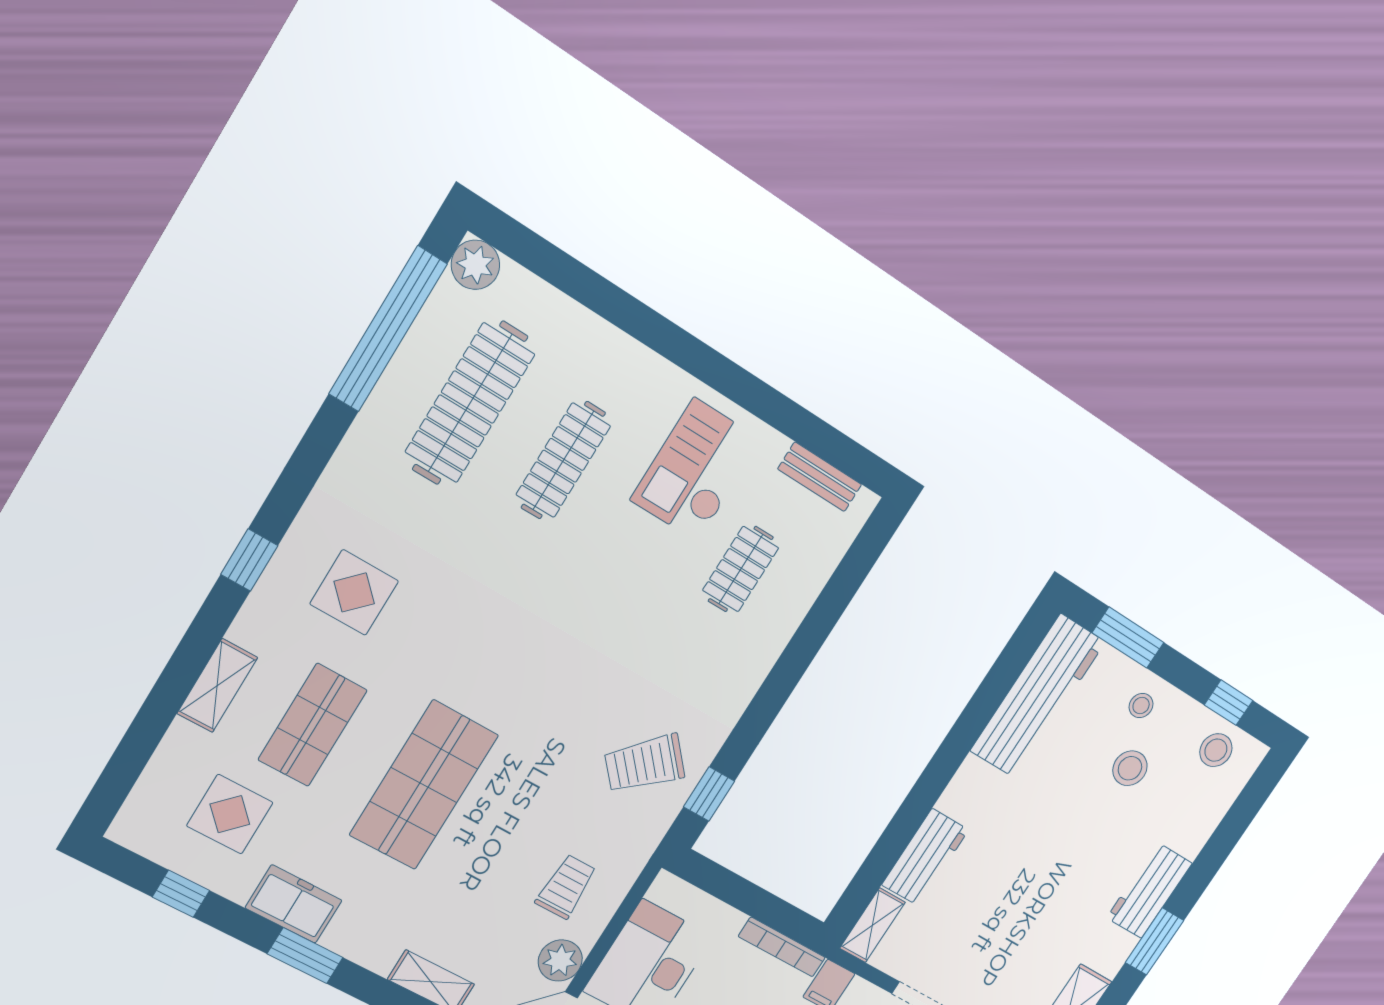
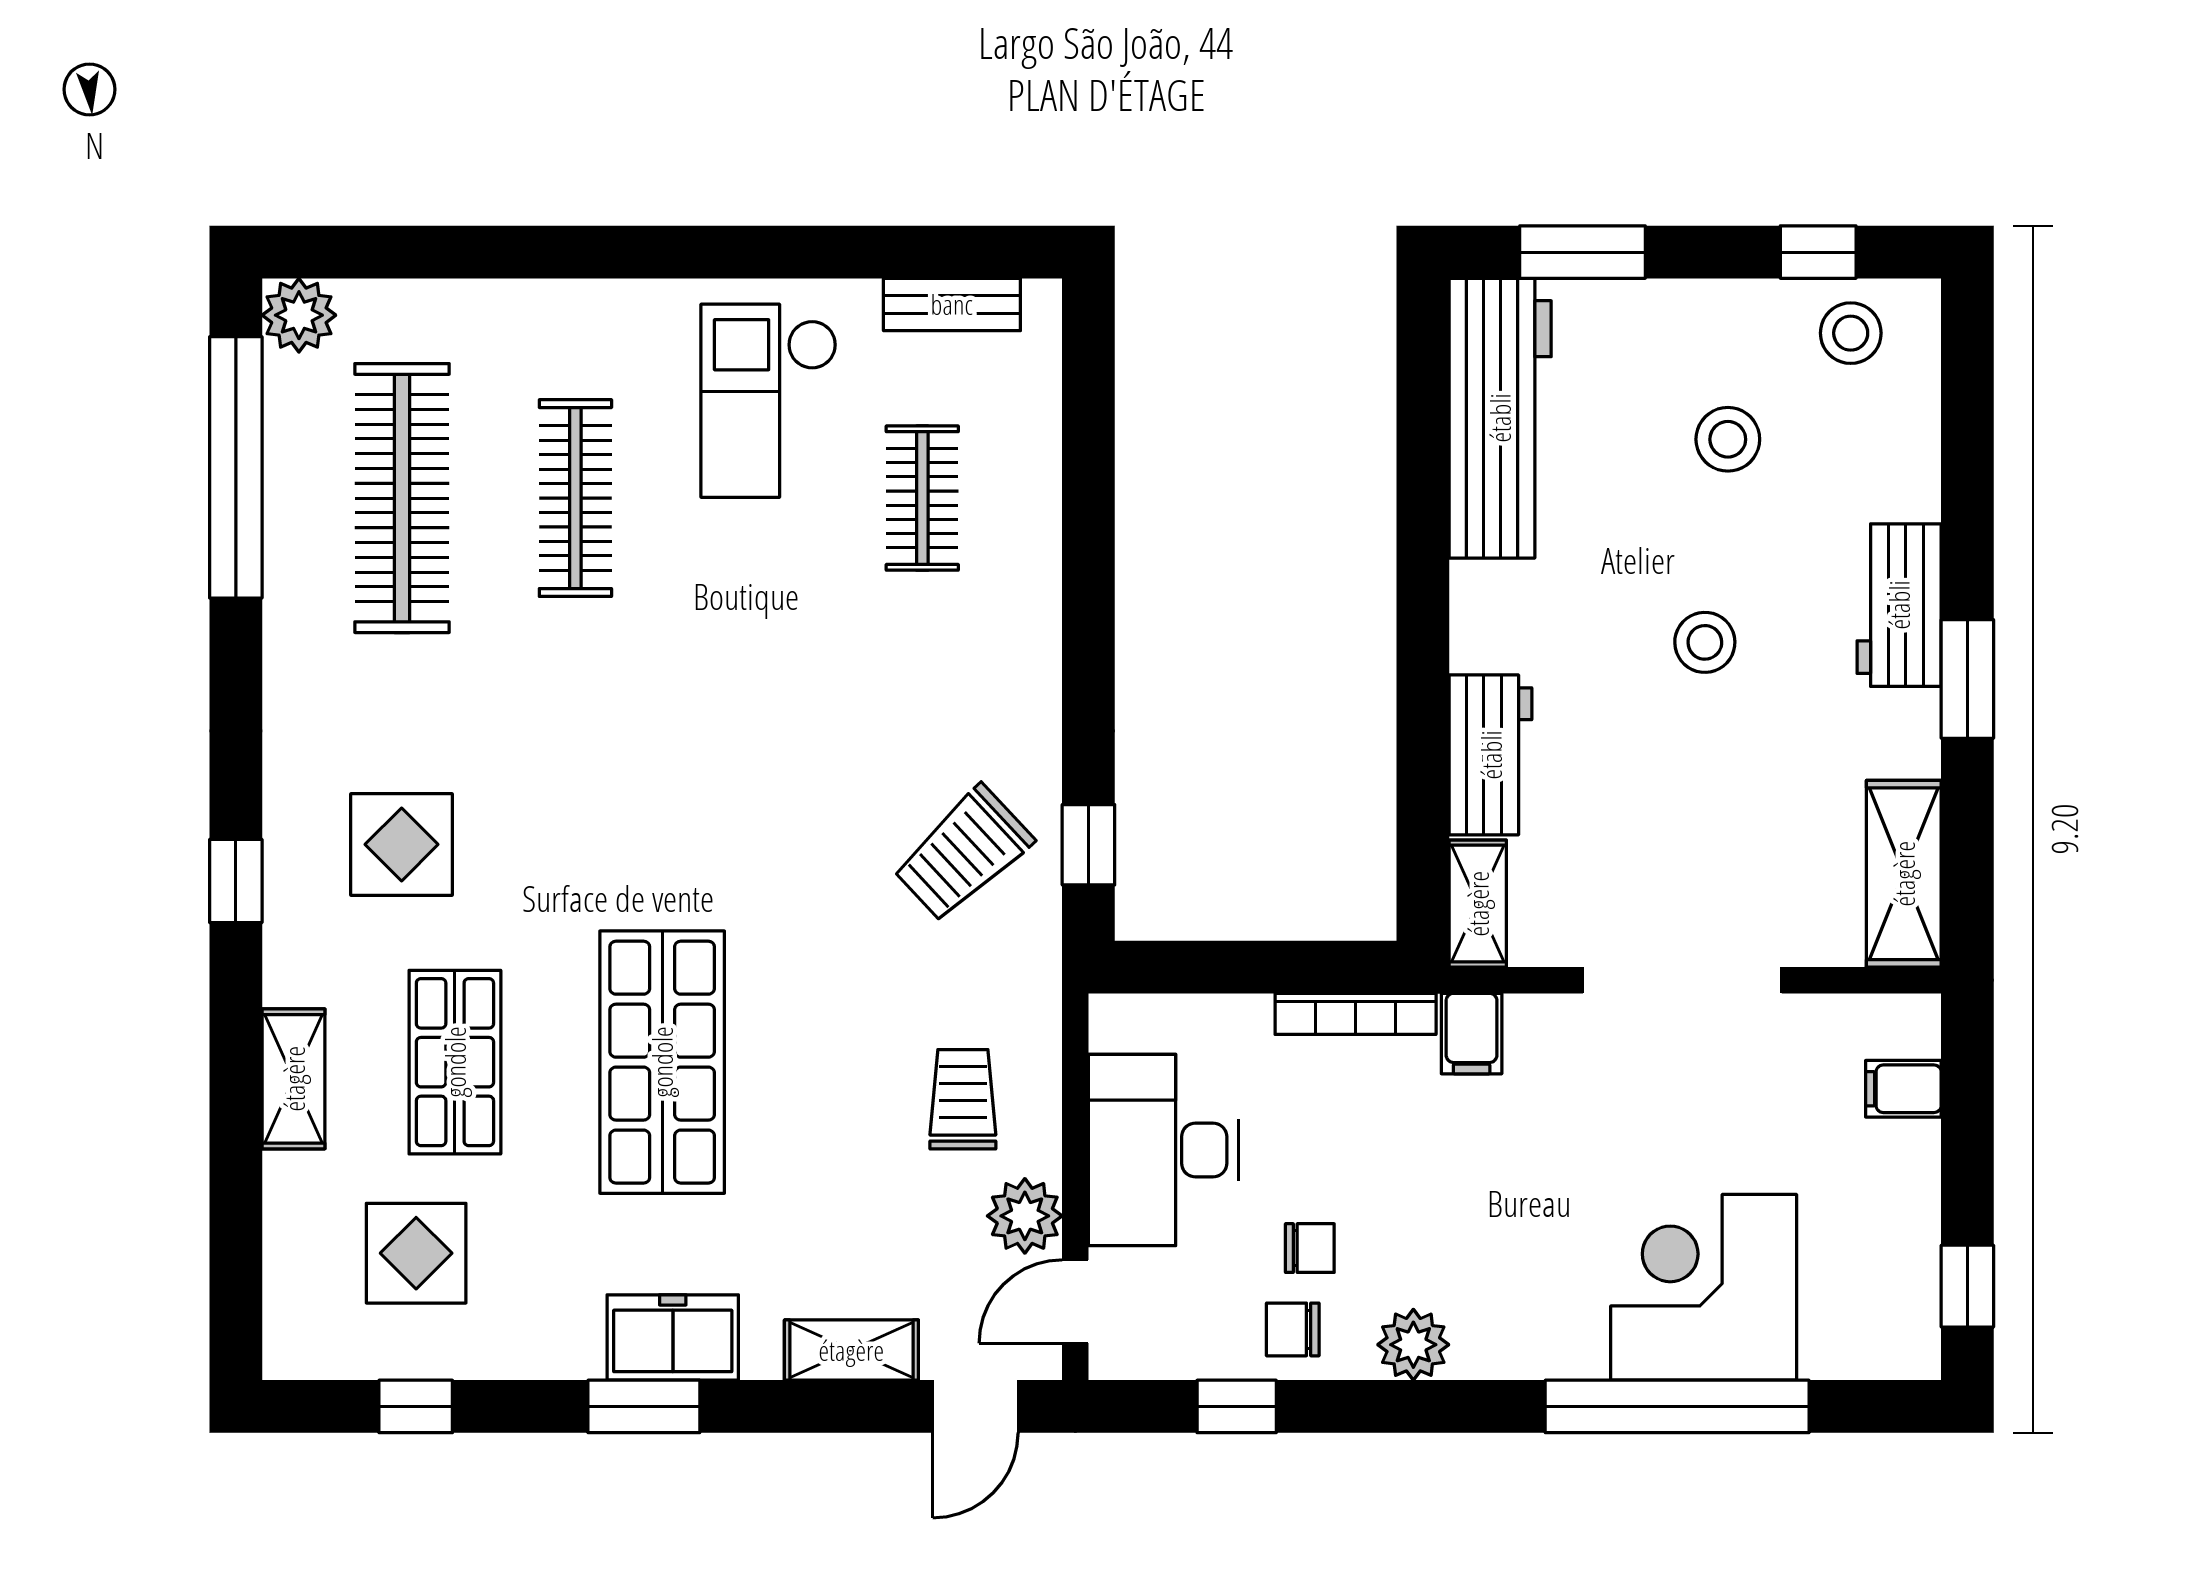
stool: (1141, 705) -> (1705, 642), moved, width x1.37, depth x1.37
freezer: (294, 904) -> (673, 1338), moved

